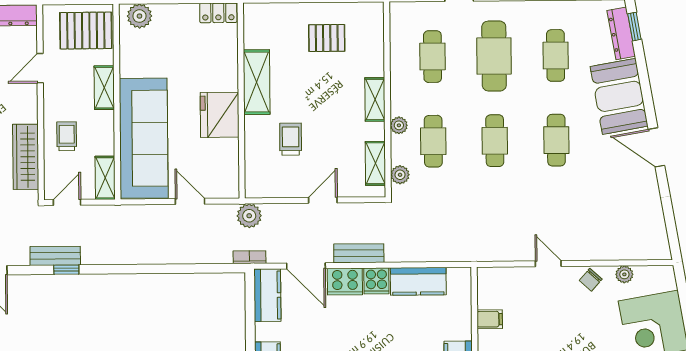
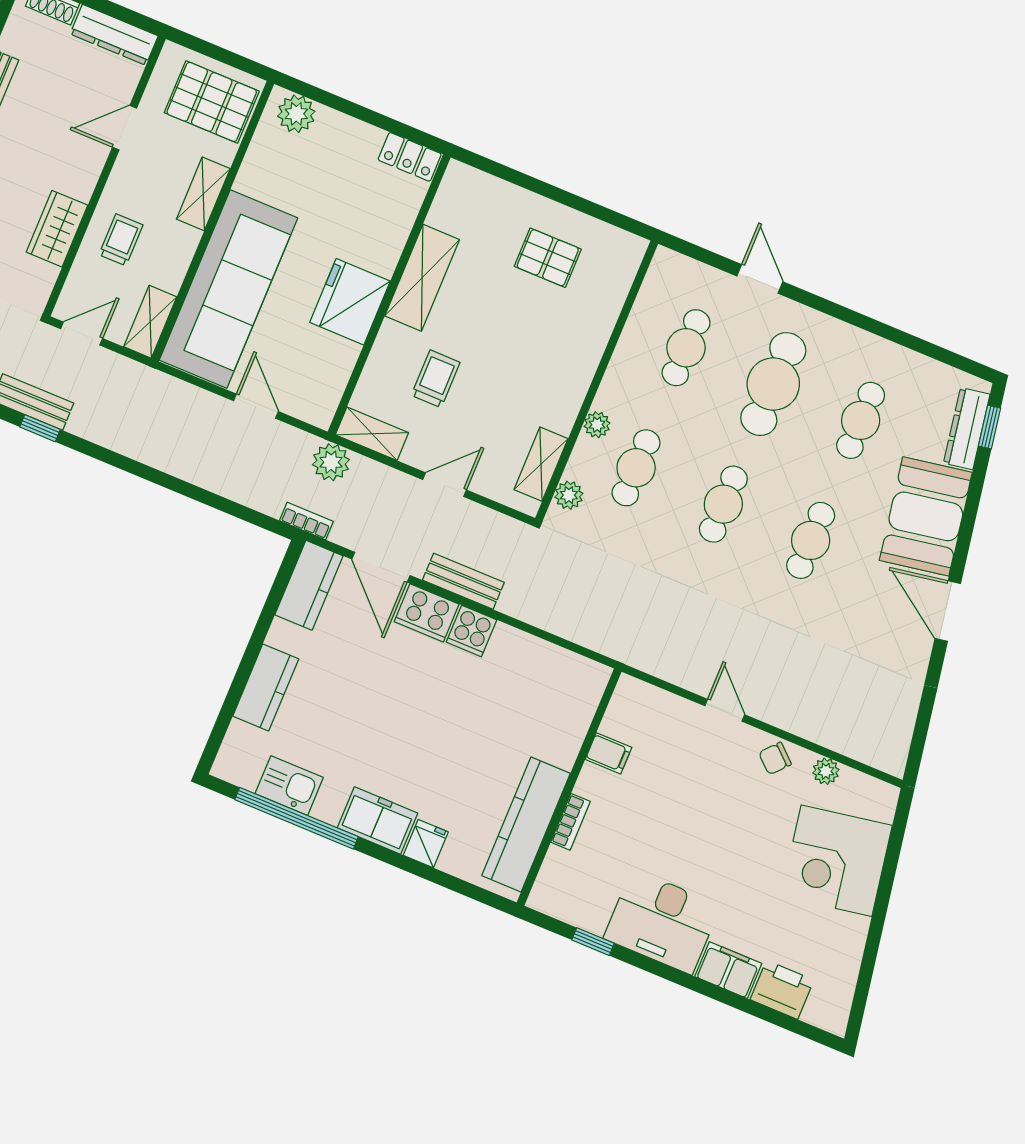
shelving: (375, 99) -> (372, 434), moved, turned 90
wardrobe: (26, 157) -> (57, 229), width x0.67
kitchen counter: (418, 281) -> (530, 657), removed

